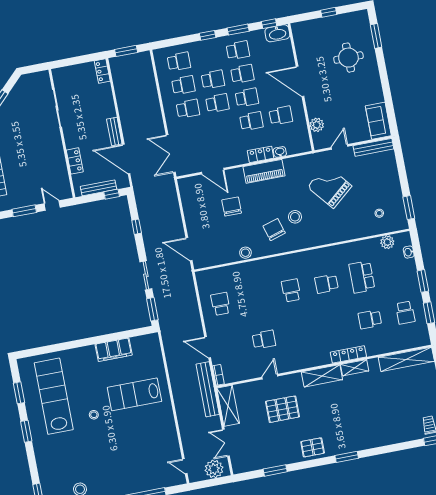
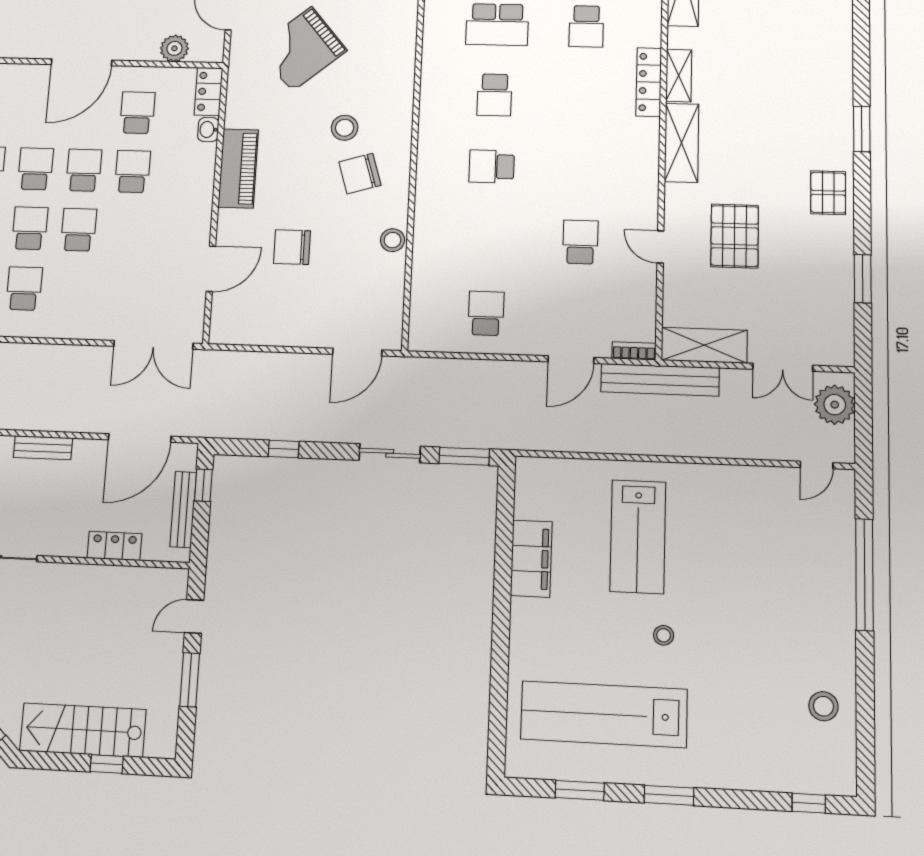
school desk: (188, 109) -> (73, 290), removed
bench: (114, 131) -> (43, 448), moved
locker: (261, 154) -> (208, 92), moved
school desk: (220, 304) -> (486, 313), turned 90

